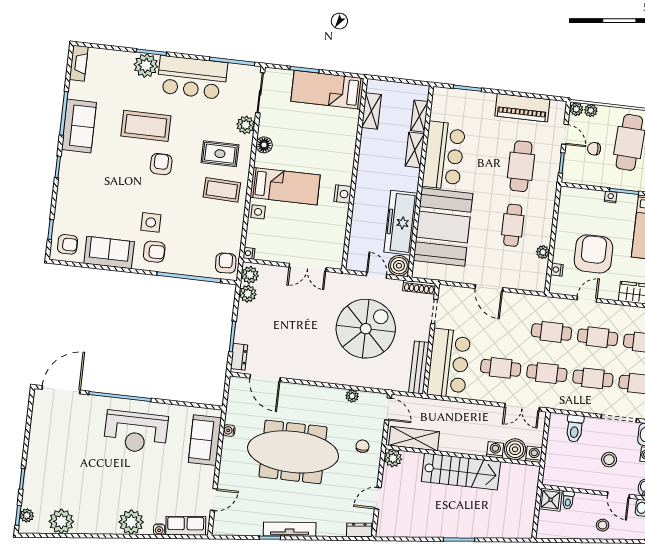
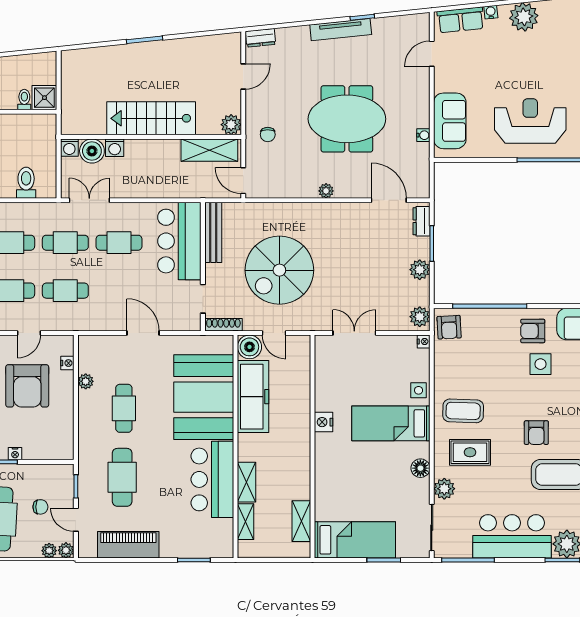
plant: (248, 294) -> (420, 270), moved
plant: (352, 396) -> (326, 191), moved
meeting table: (293, 452) -> (347, 119), width x0.73

